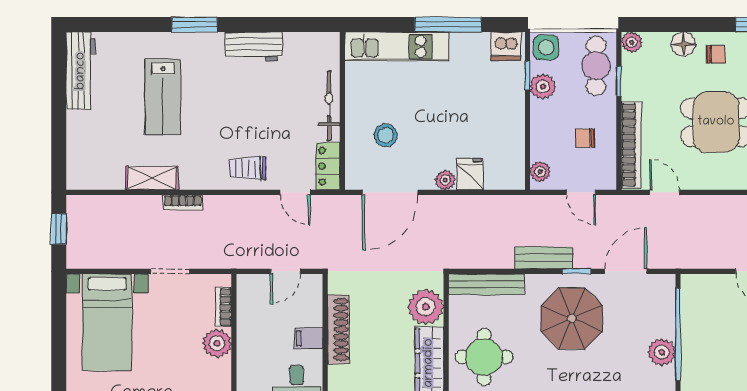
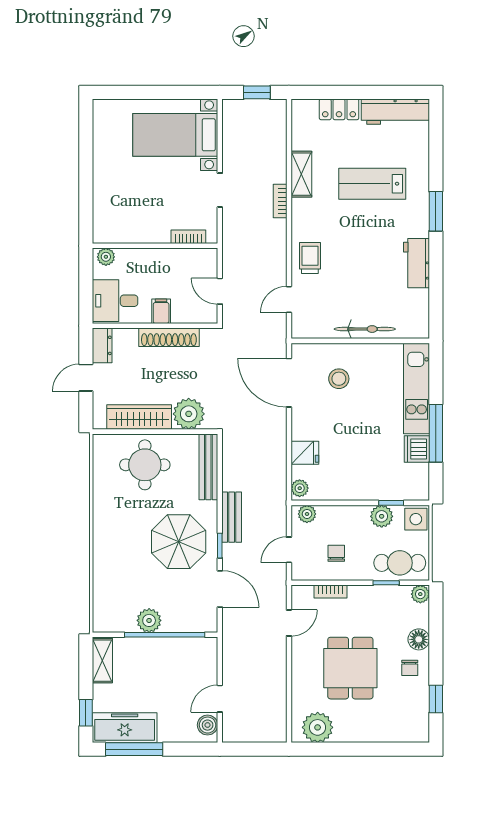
dishwasher: (506, 46) -> (417, 449), moved
bookcase: (631, 145) -> (330, 592), width x0.43, depth x0.76
locker: (328, 166) -> (339, 109), moved, turned 180
plant: (445, 180) -> (300, 488), moved
plant: (217, 343) -> (157, 231), removed

